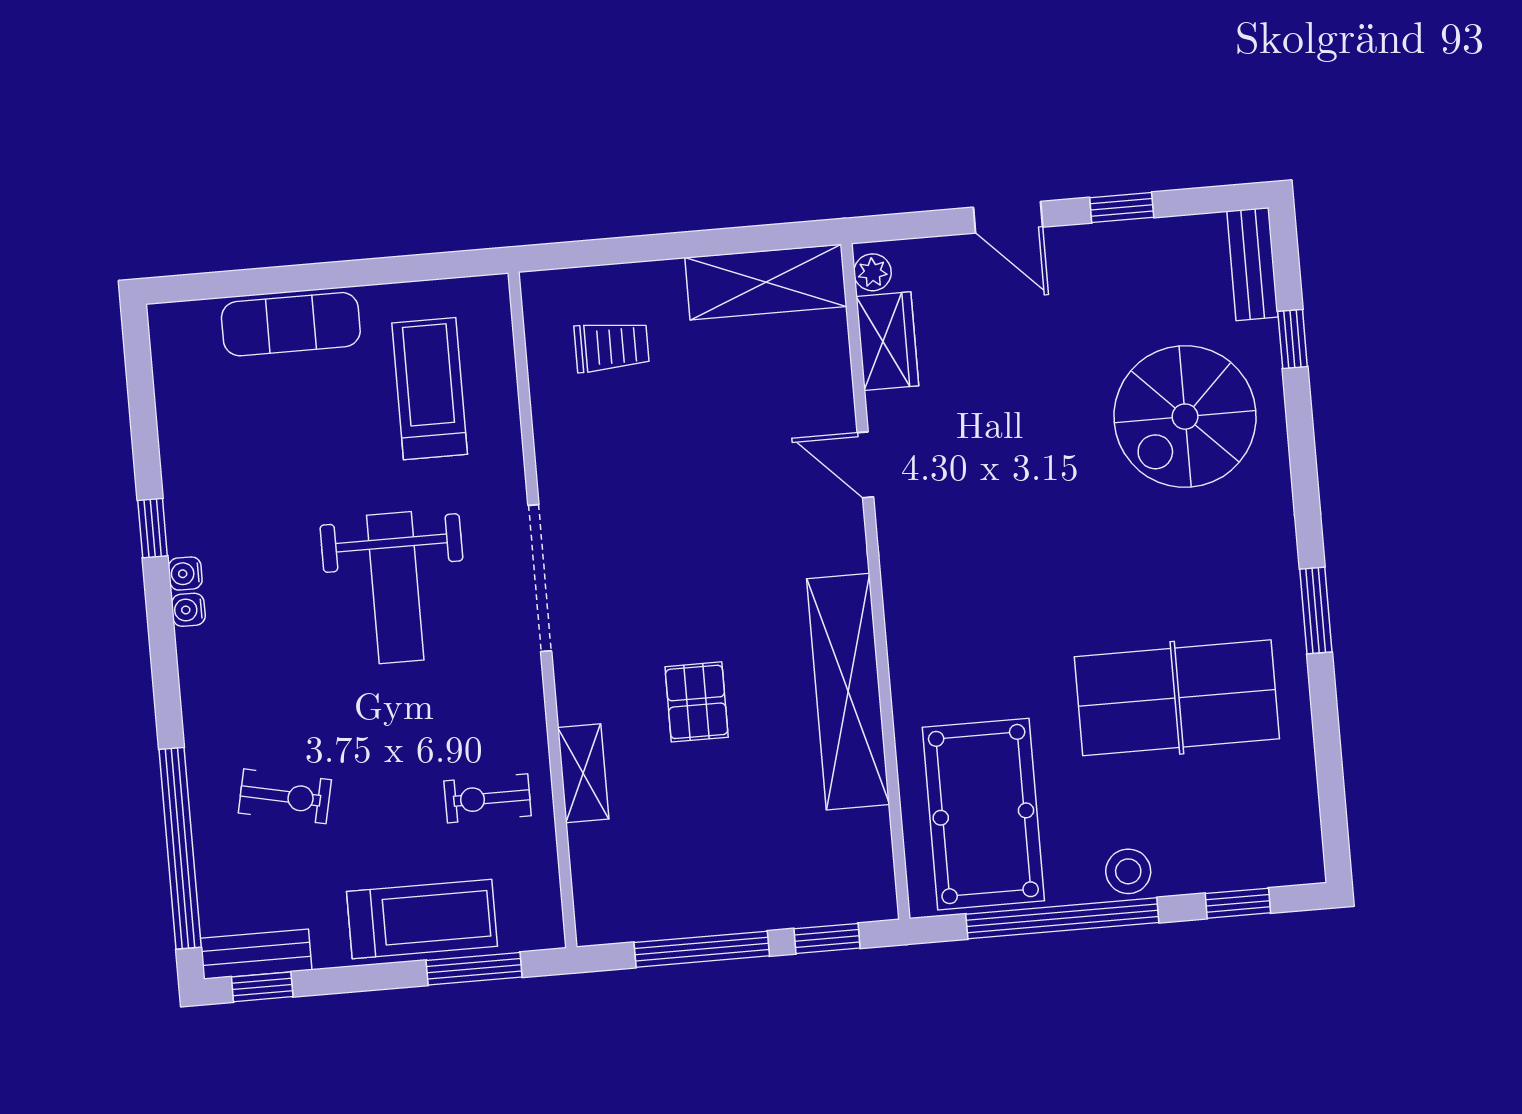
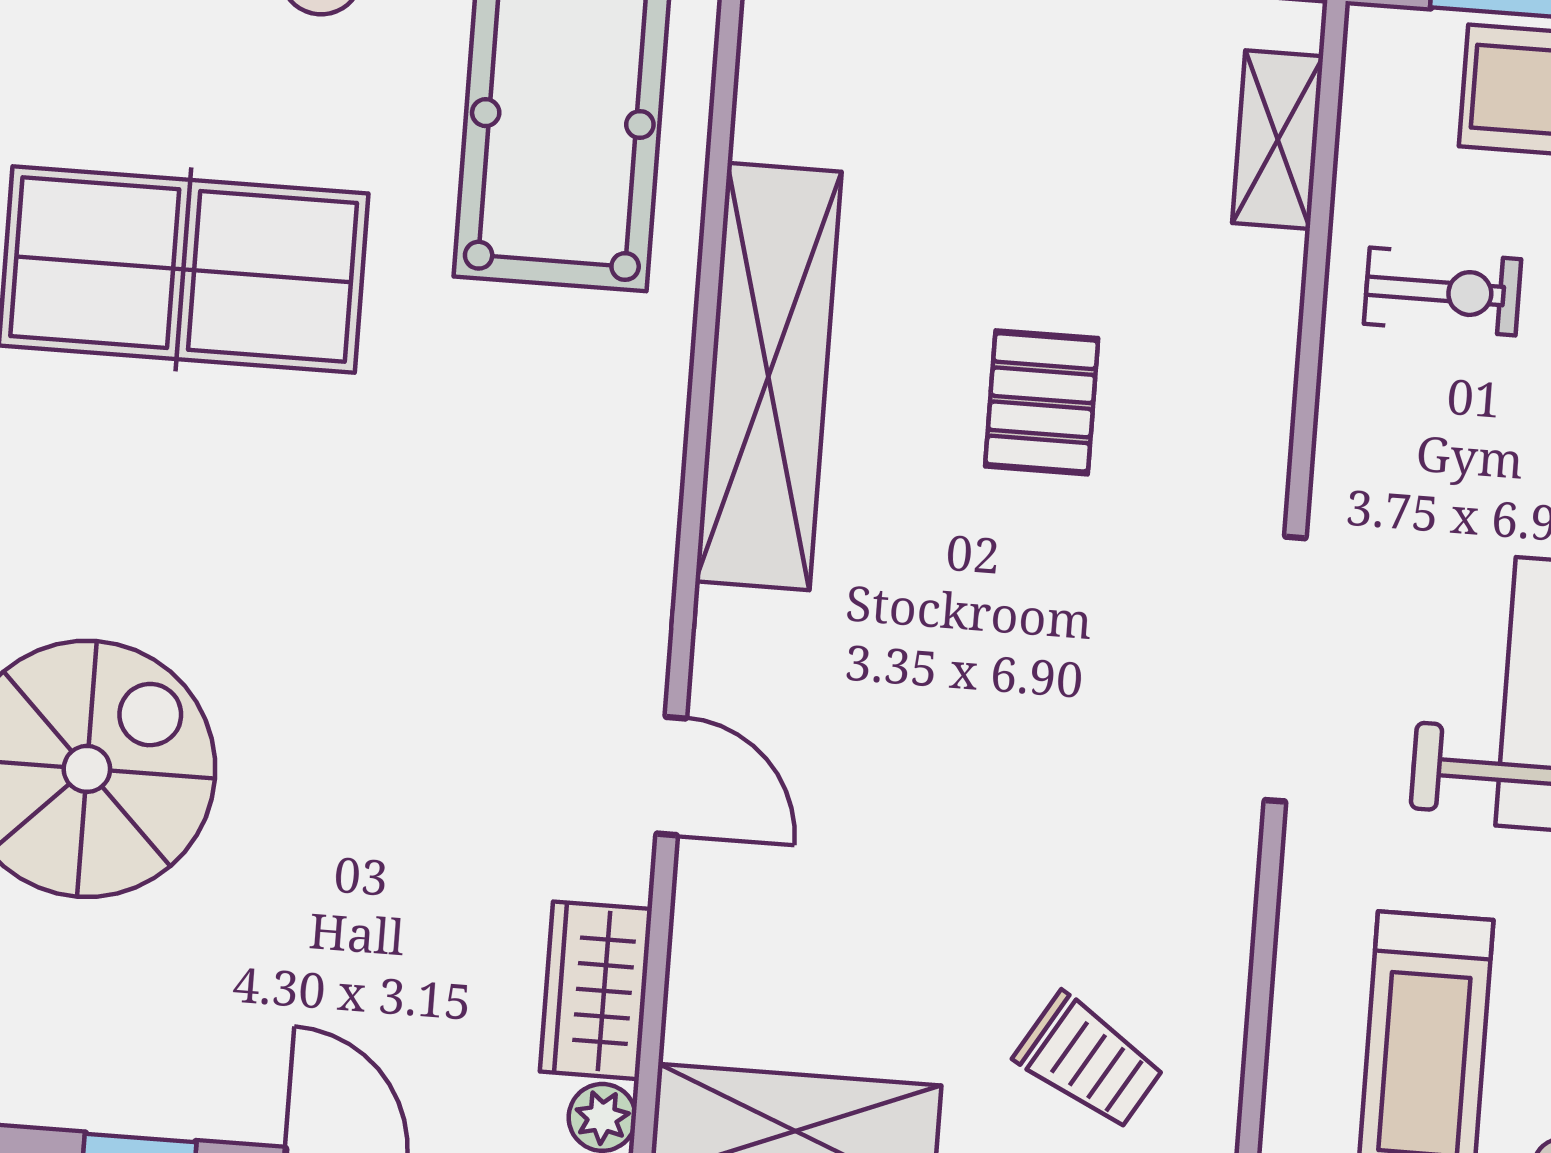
trolley: (612, 346) -> (1089, 1061), turned -149
shelving: (583, 773) -> (1278, 140), moved

